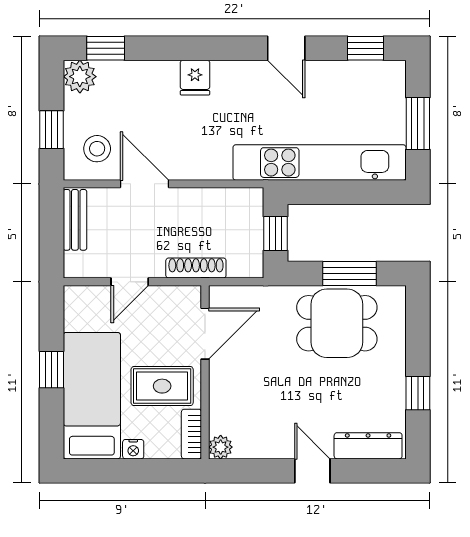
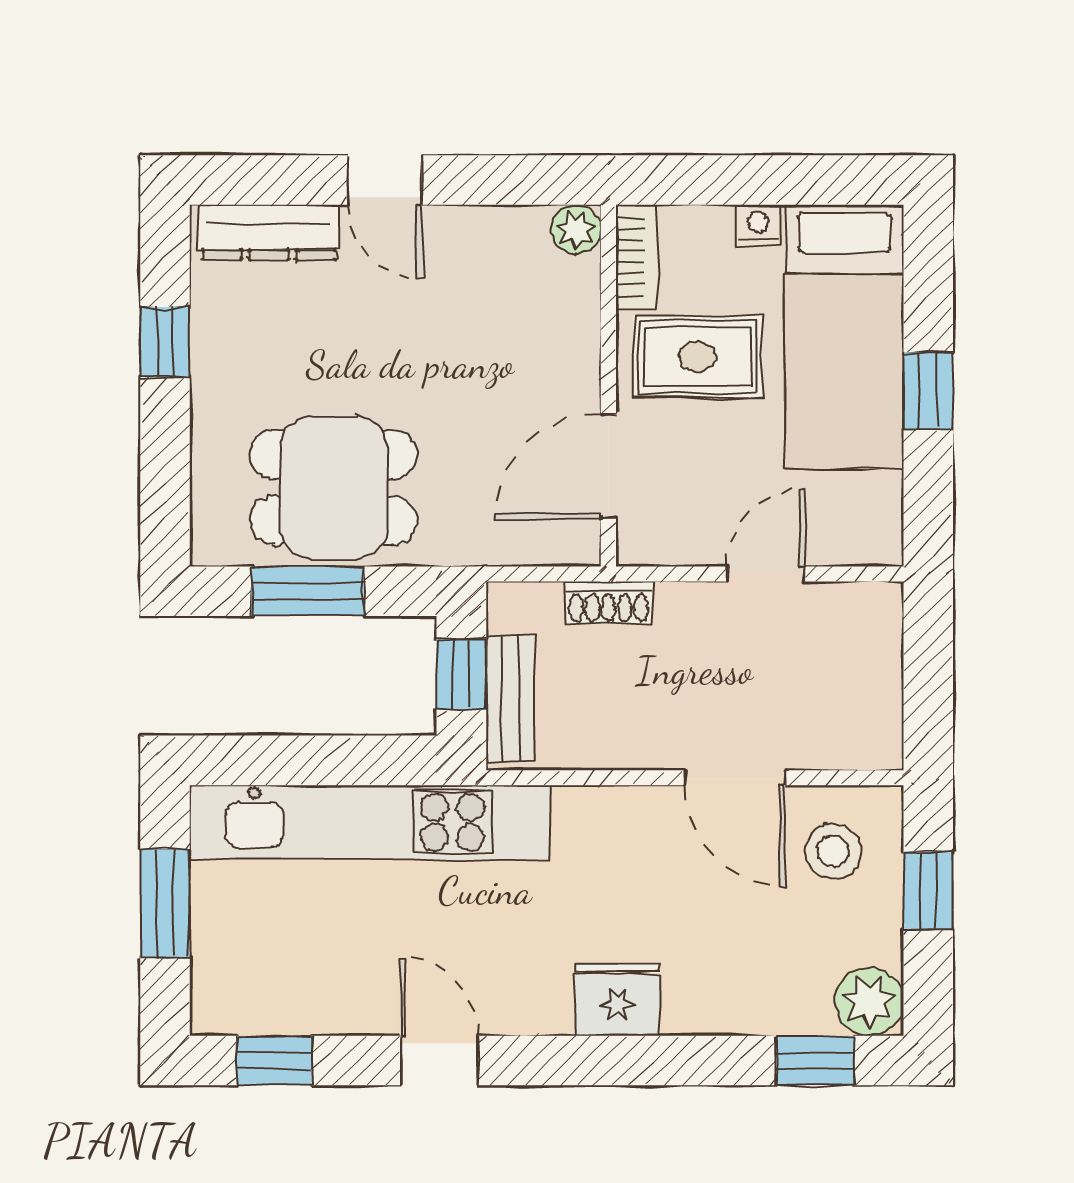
fridge: (195, 78) -> (617, 999), width x1.38
bench: (75, 220) -> (510, 699), moved
shoe rack: (196, 268) -> (609, 603), width x0.70

